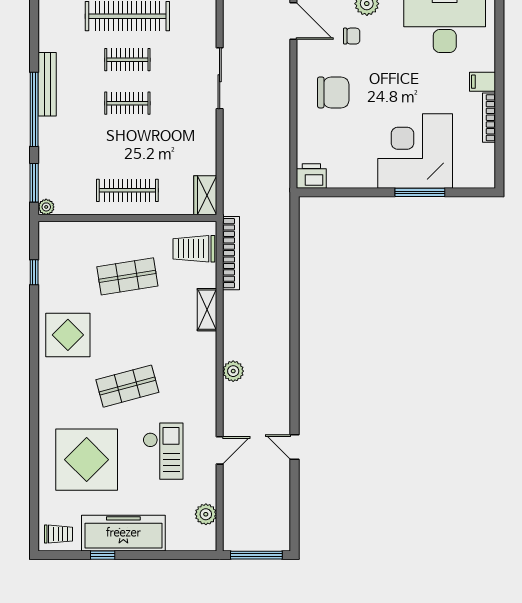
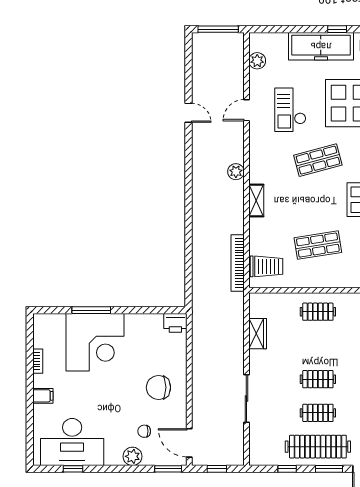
bookcase: (489, 118) -> (38, 361), width x0.64
clothes rail: (127, 190) -> (318, 312), width x0.73
wardrobe: (205, 195) -> (258, 334), moved
shelving: (207, 310) -> (256, 200), moved

